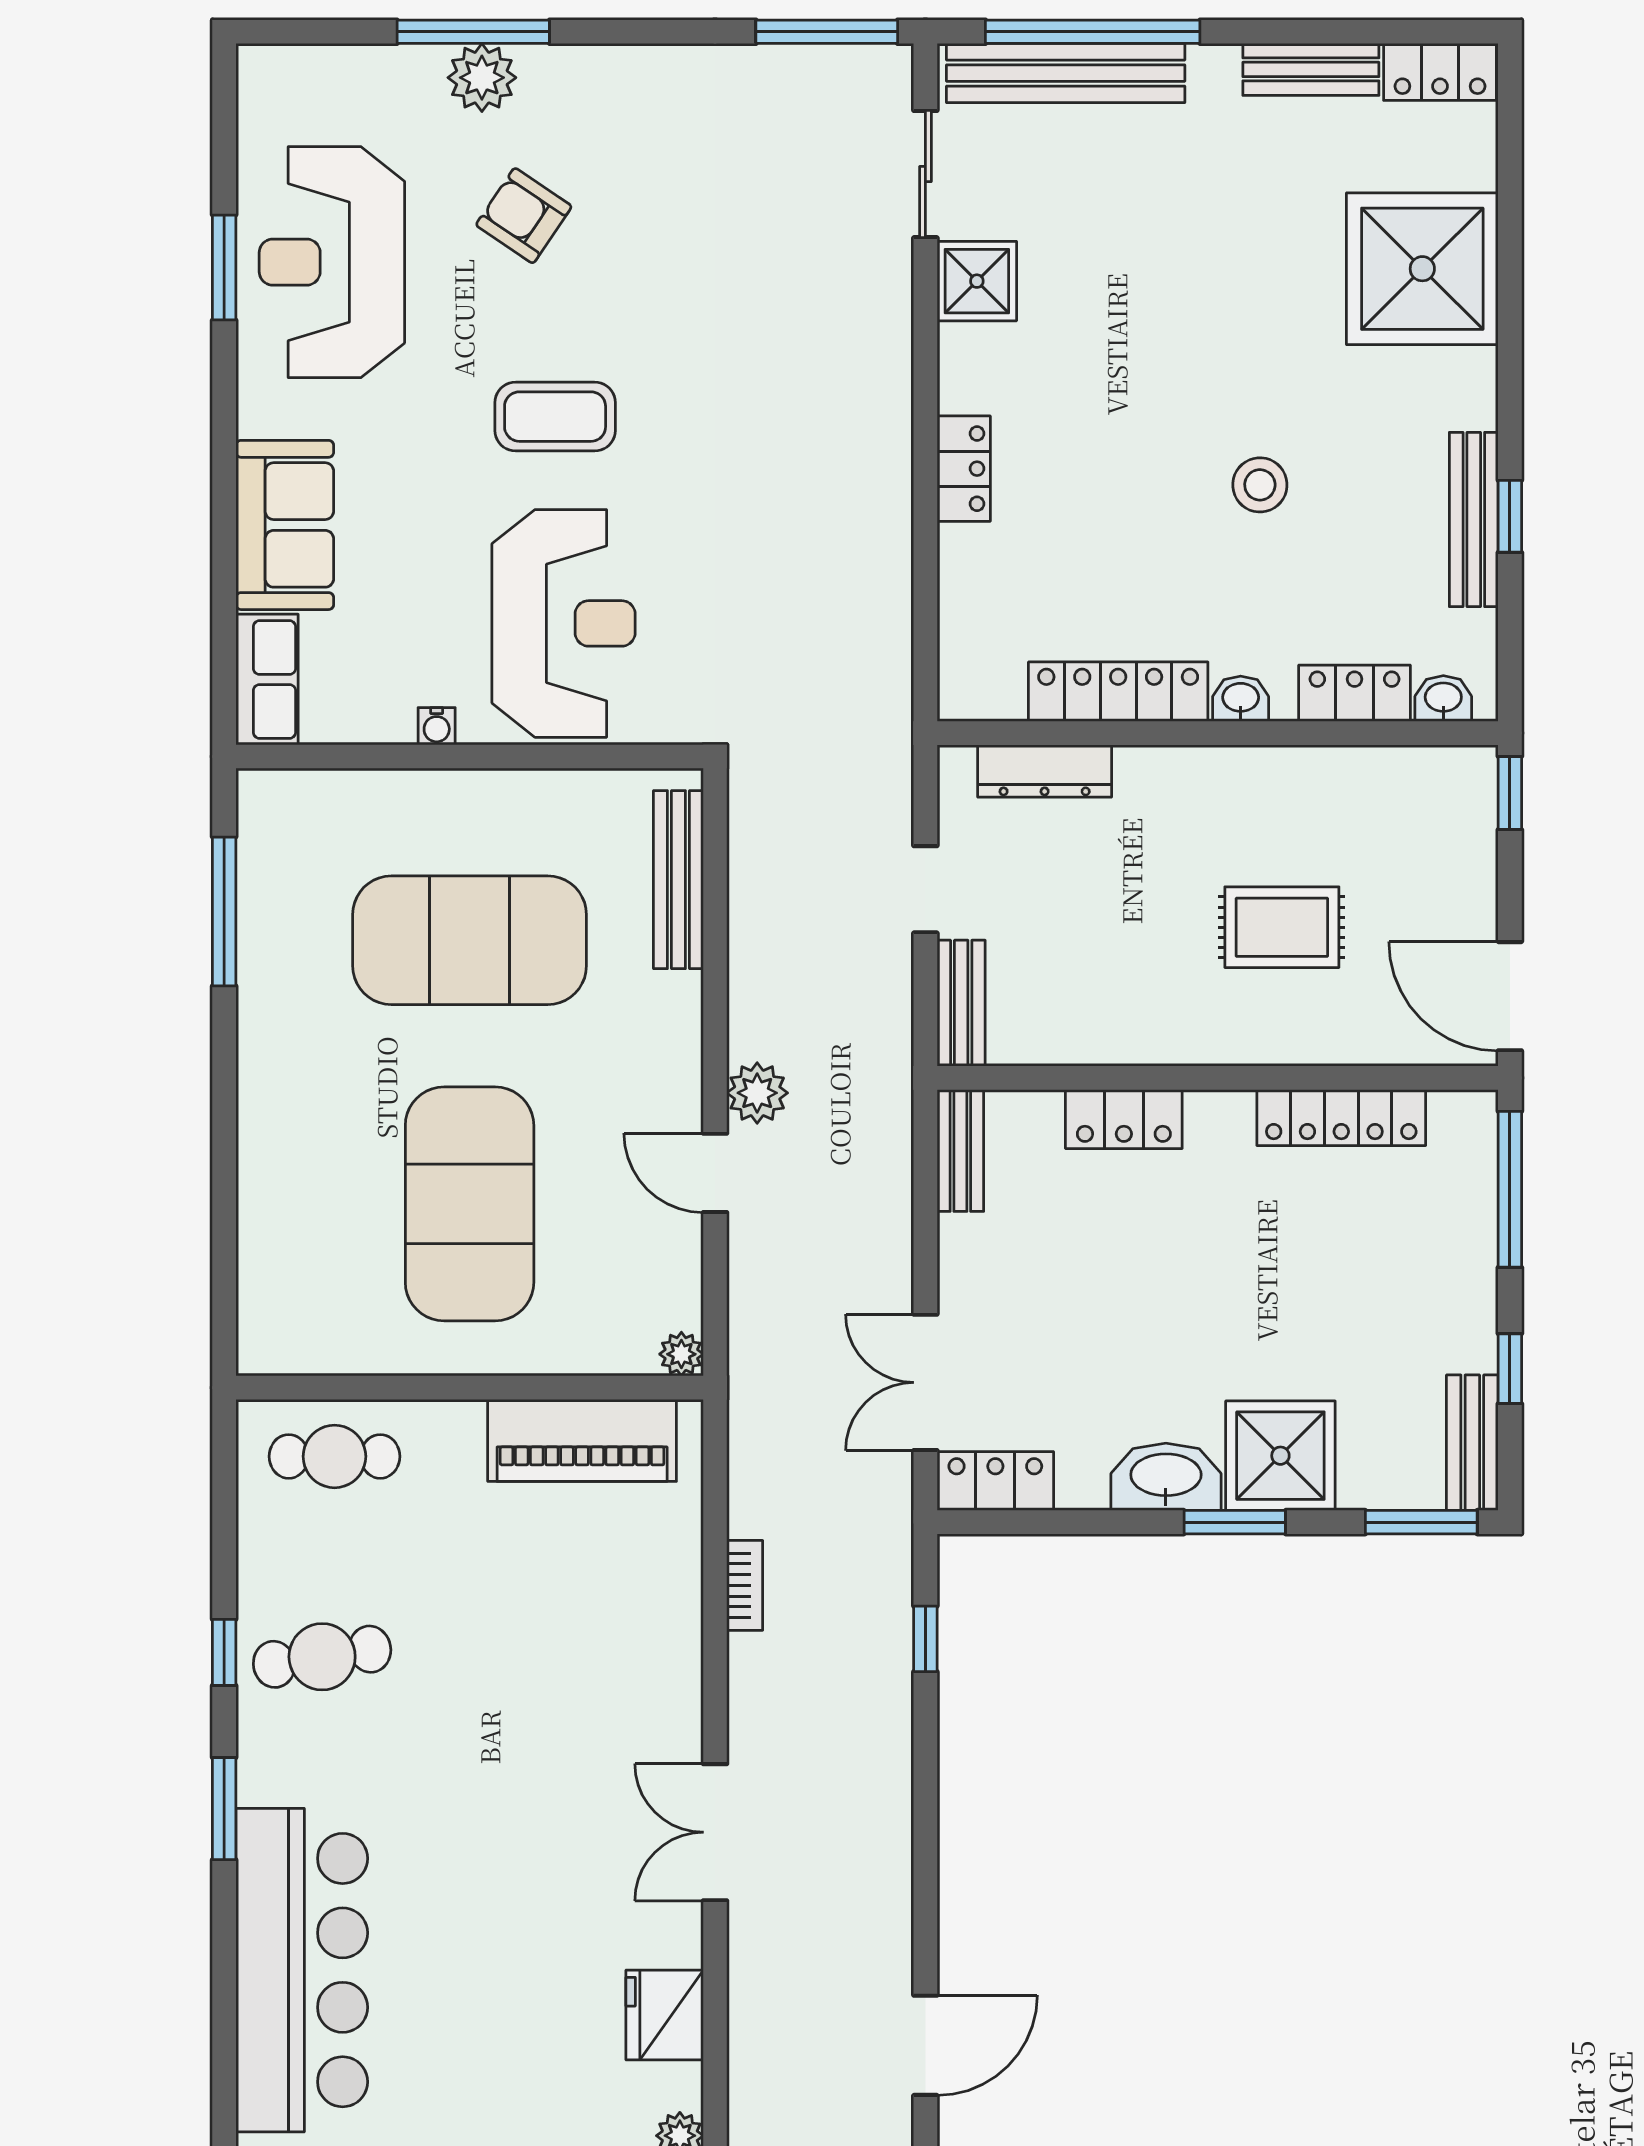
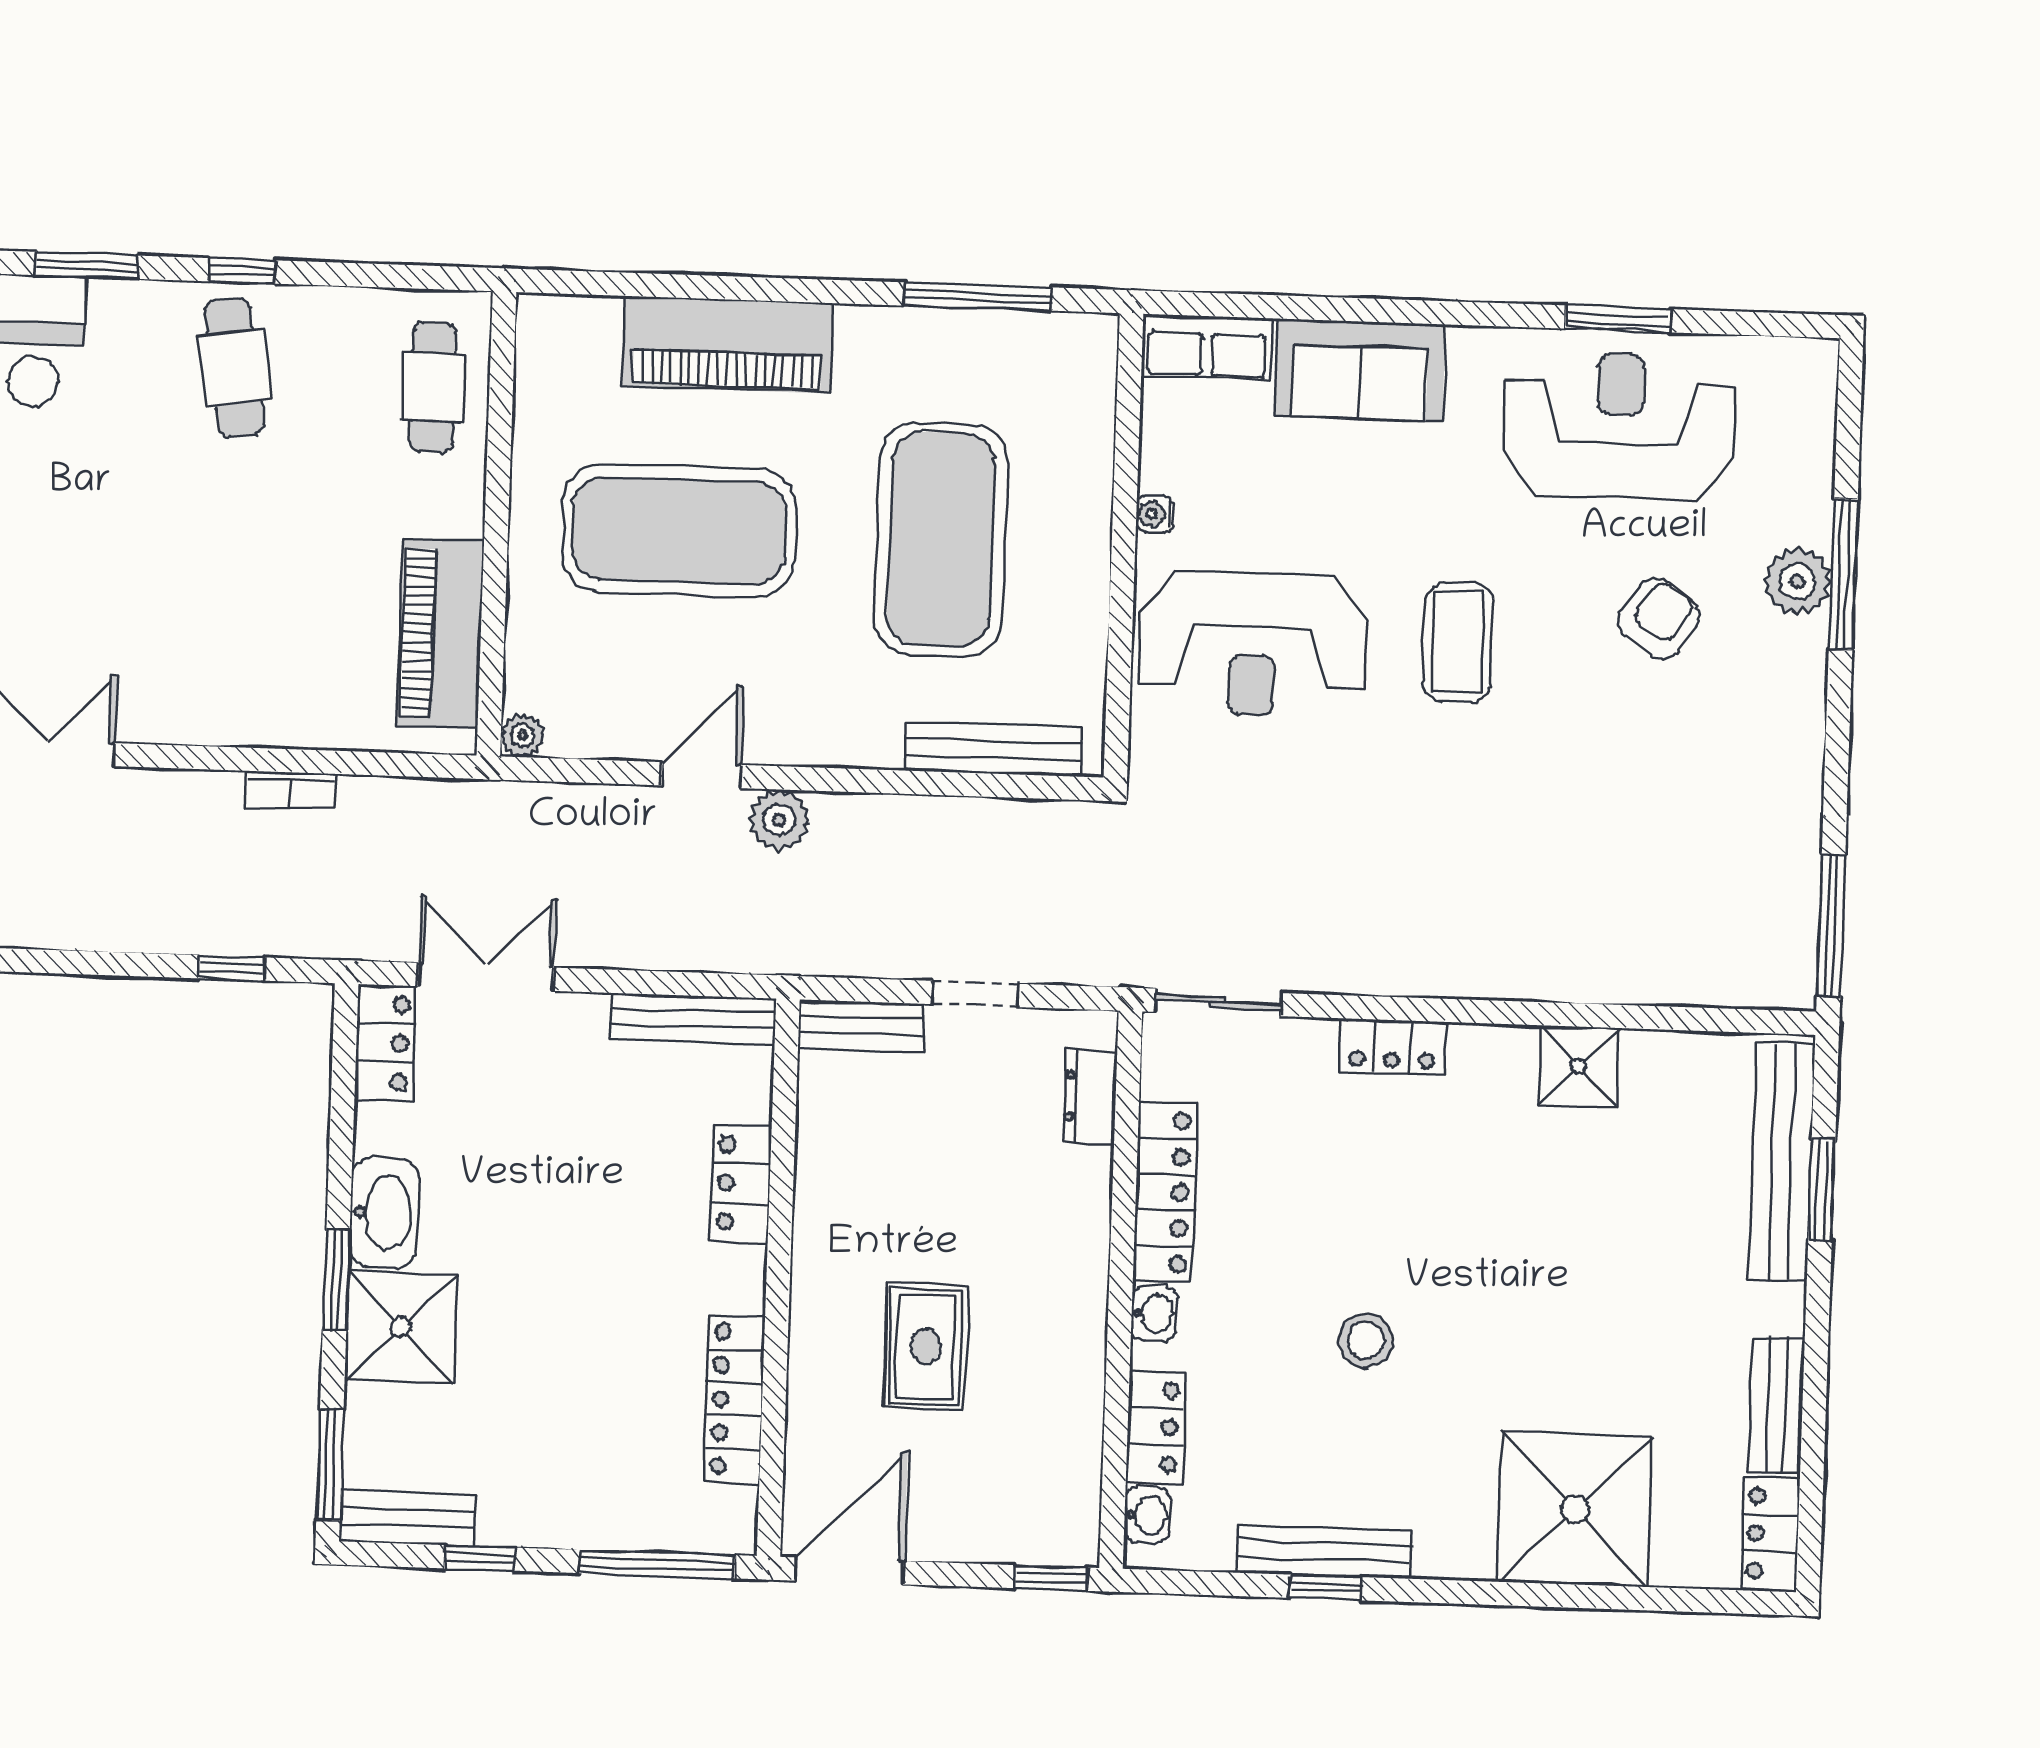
window: (1093, 32) -> (1822, 1190), width x0.47
sliding door: (925, 174) -> (1218, 1002), moved
dresser: (1045, 771) -> (1090, 1096), width x0.70
bench: (960, 1151) -> (693, 1019), width x1.36
piano: (281, 1161) -> (728, 345), added

